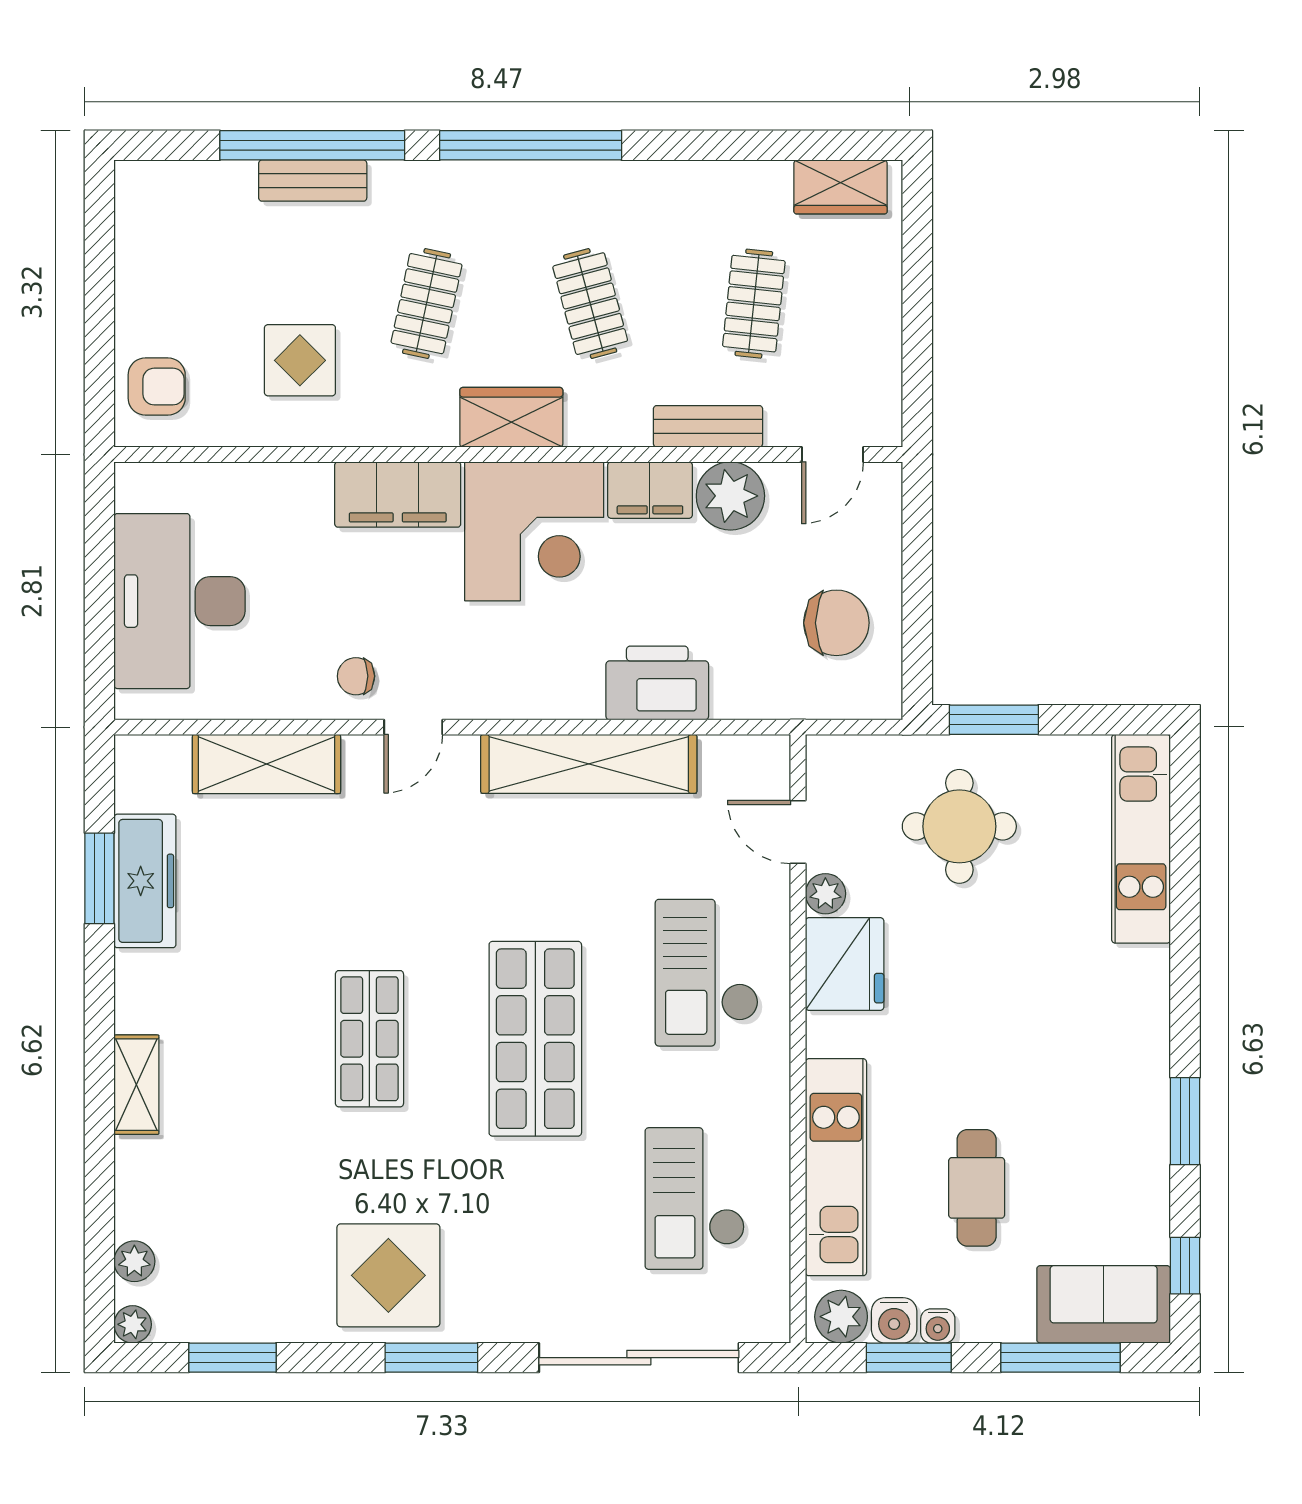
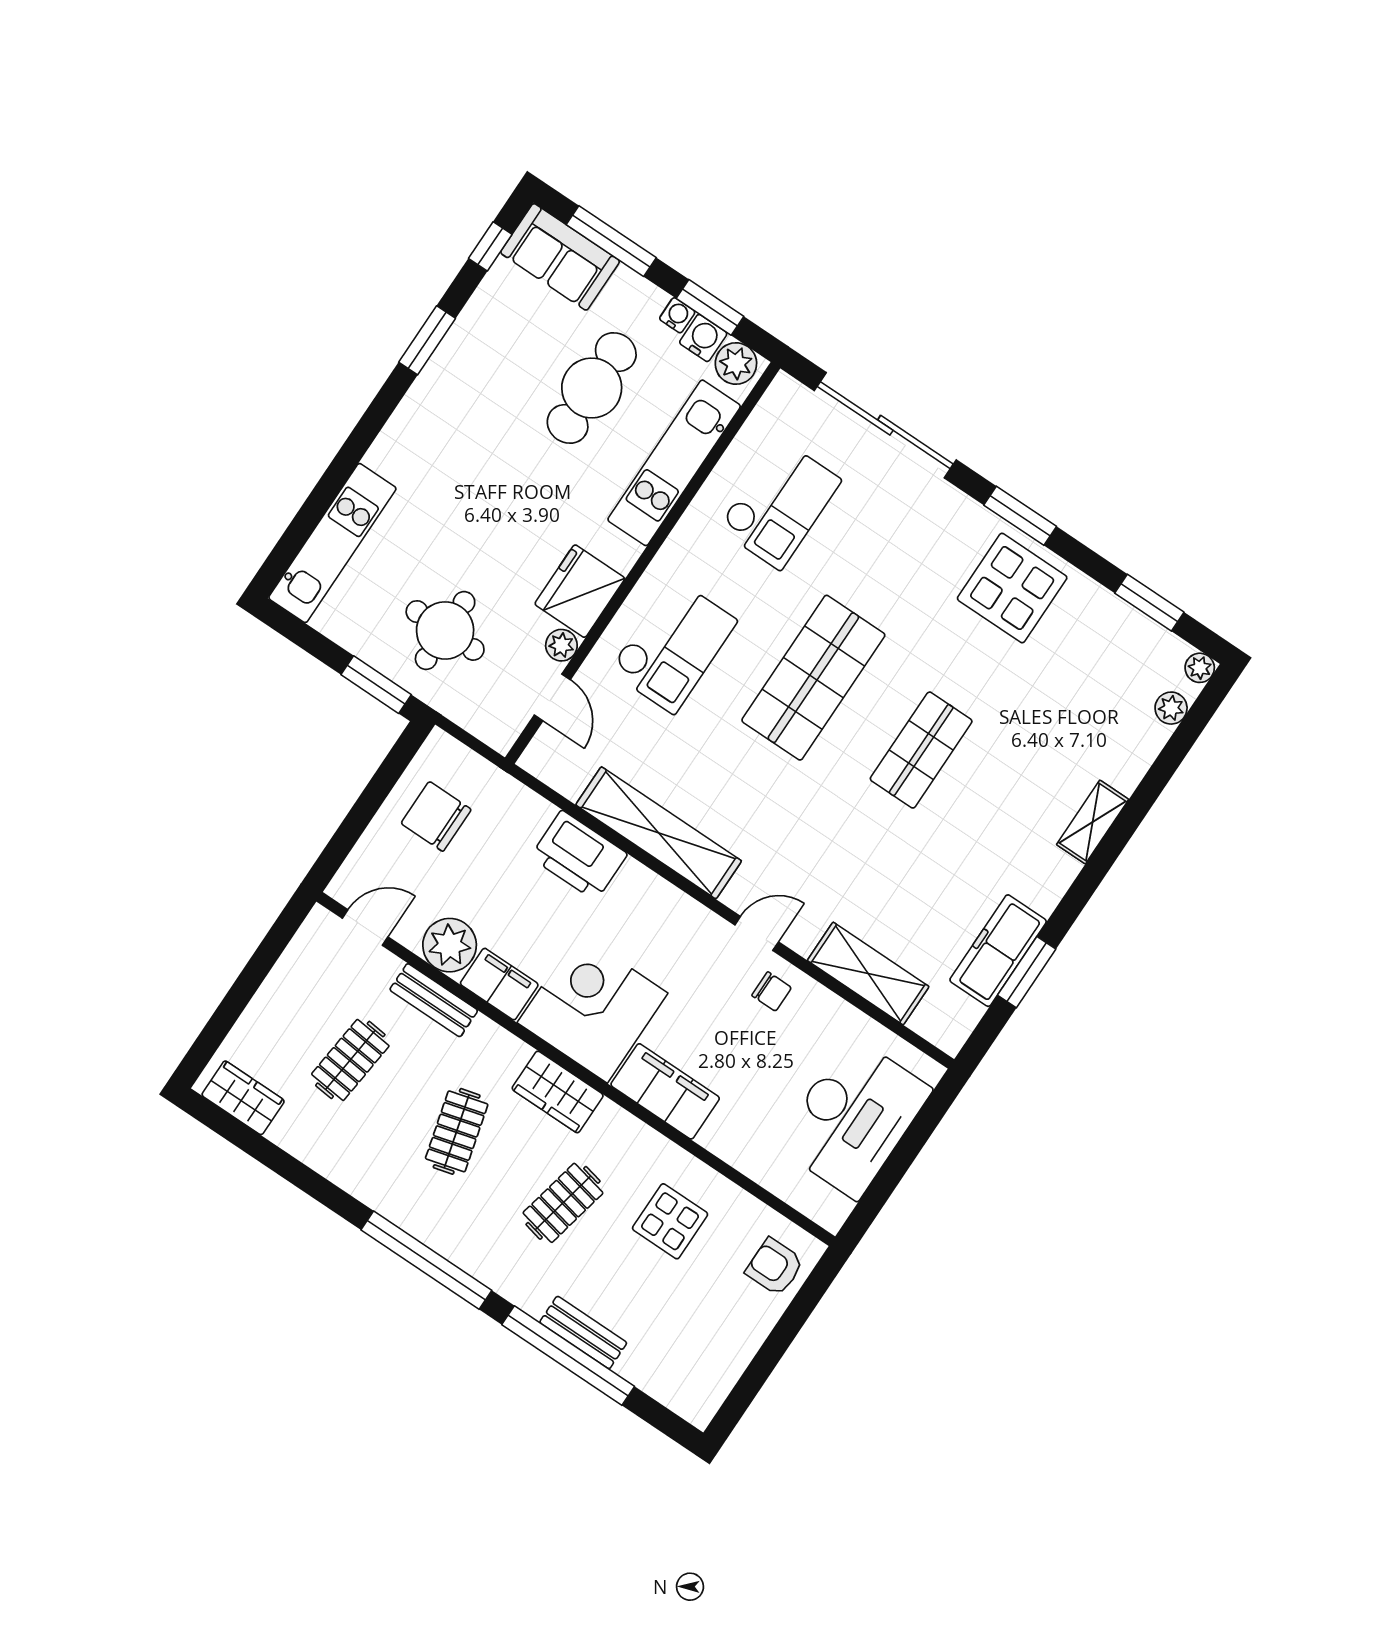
cafe table: (977, 1188) -> (592, 388), width x1.37, depth x1.35

